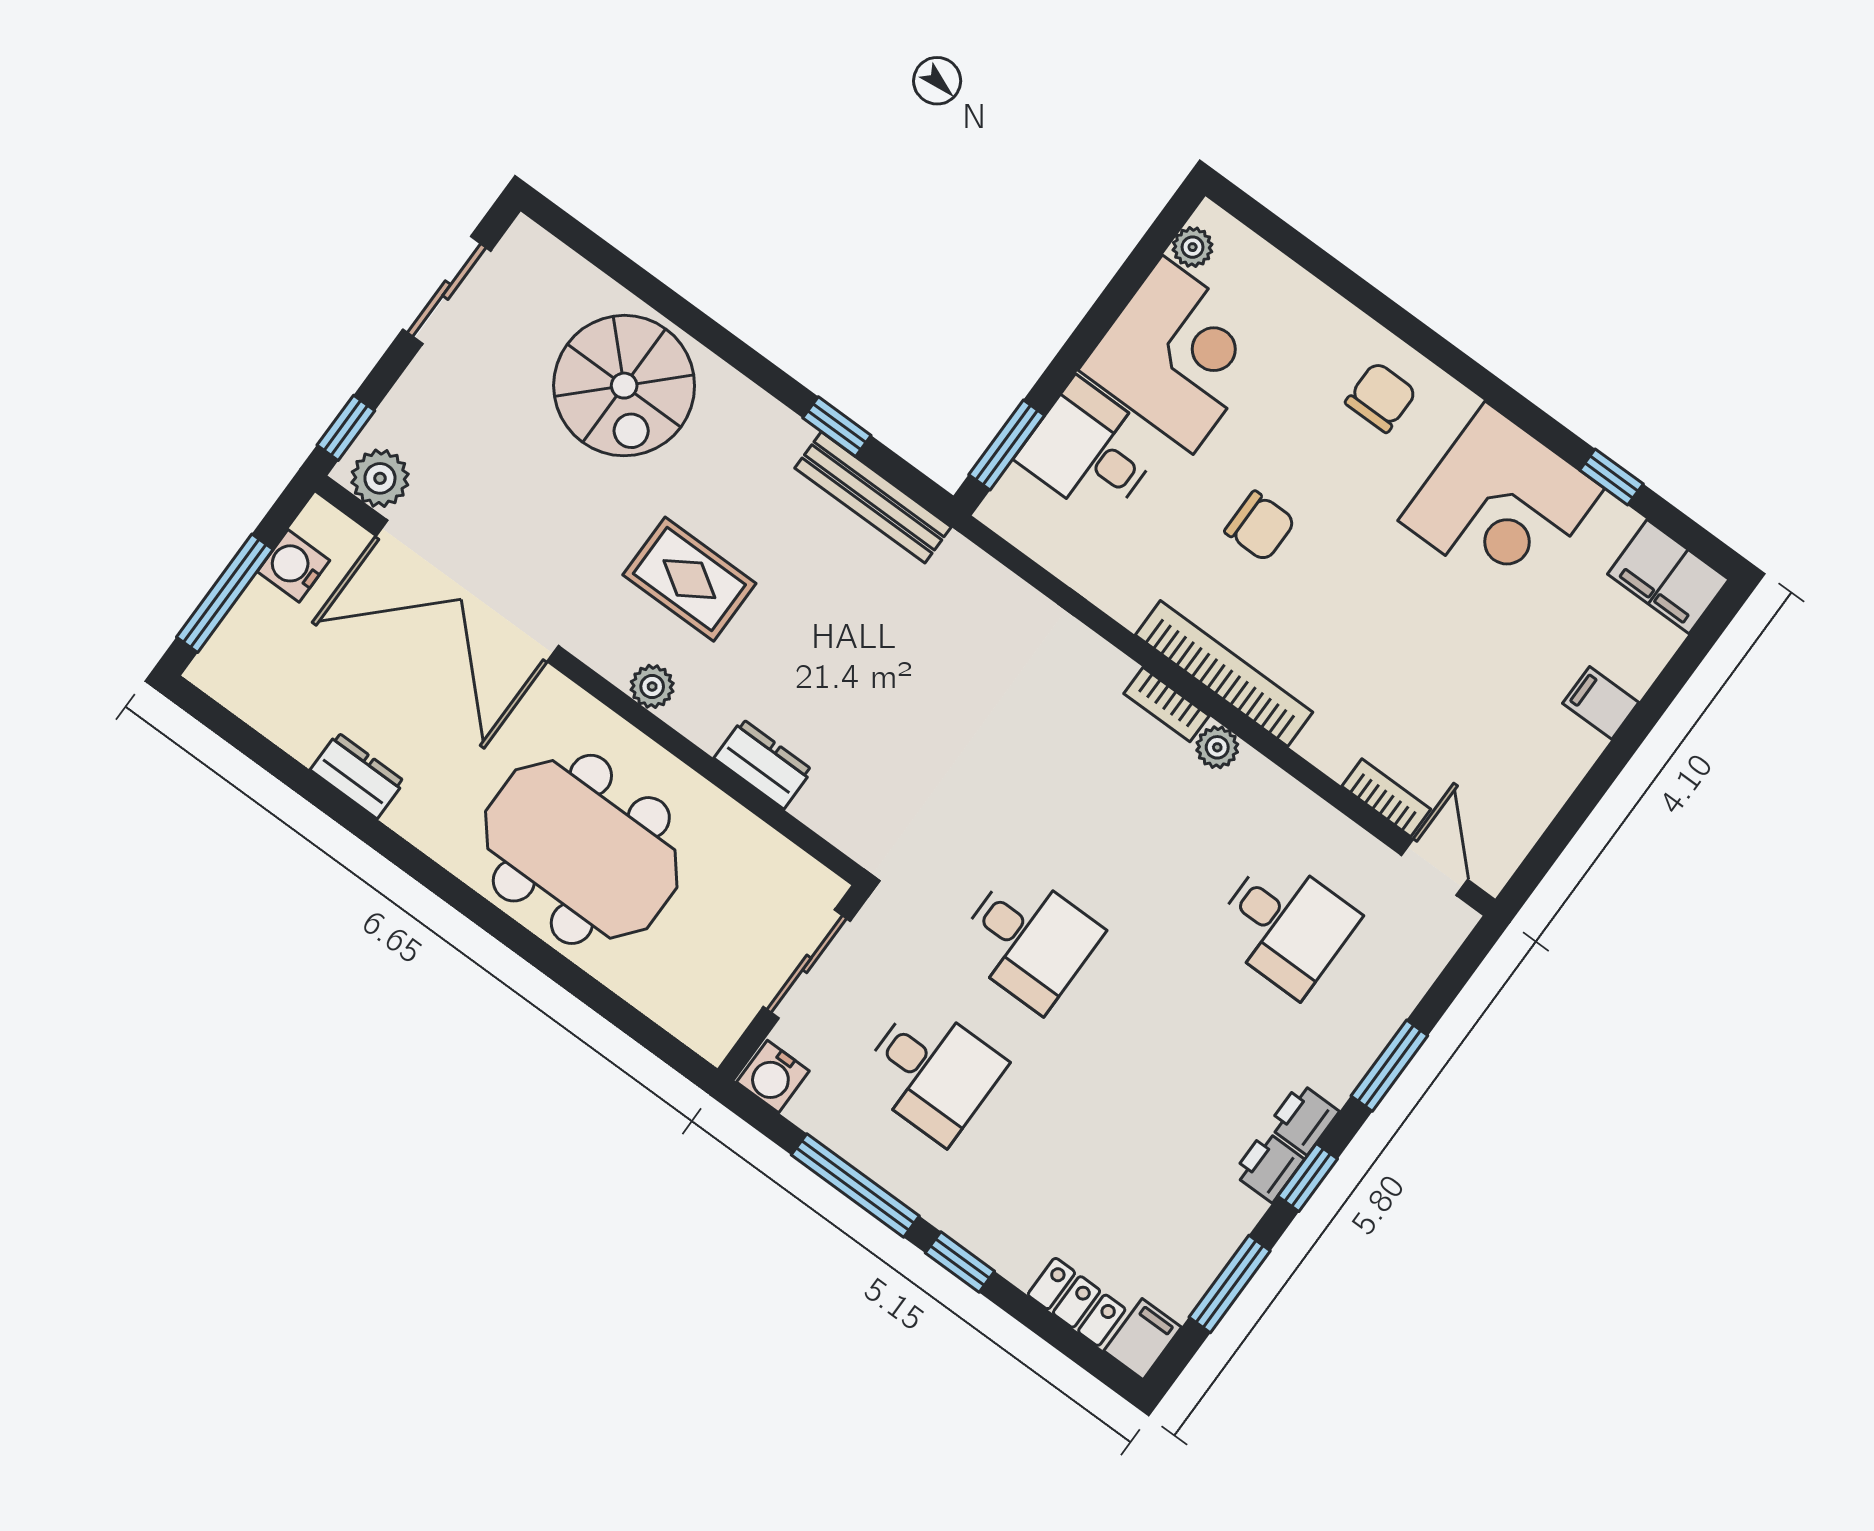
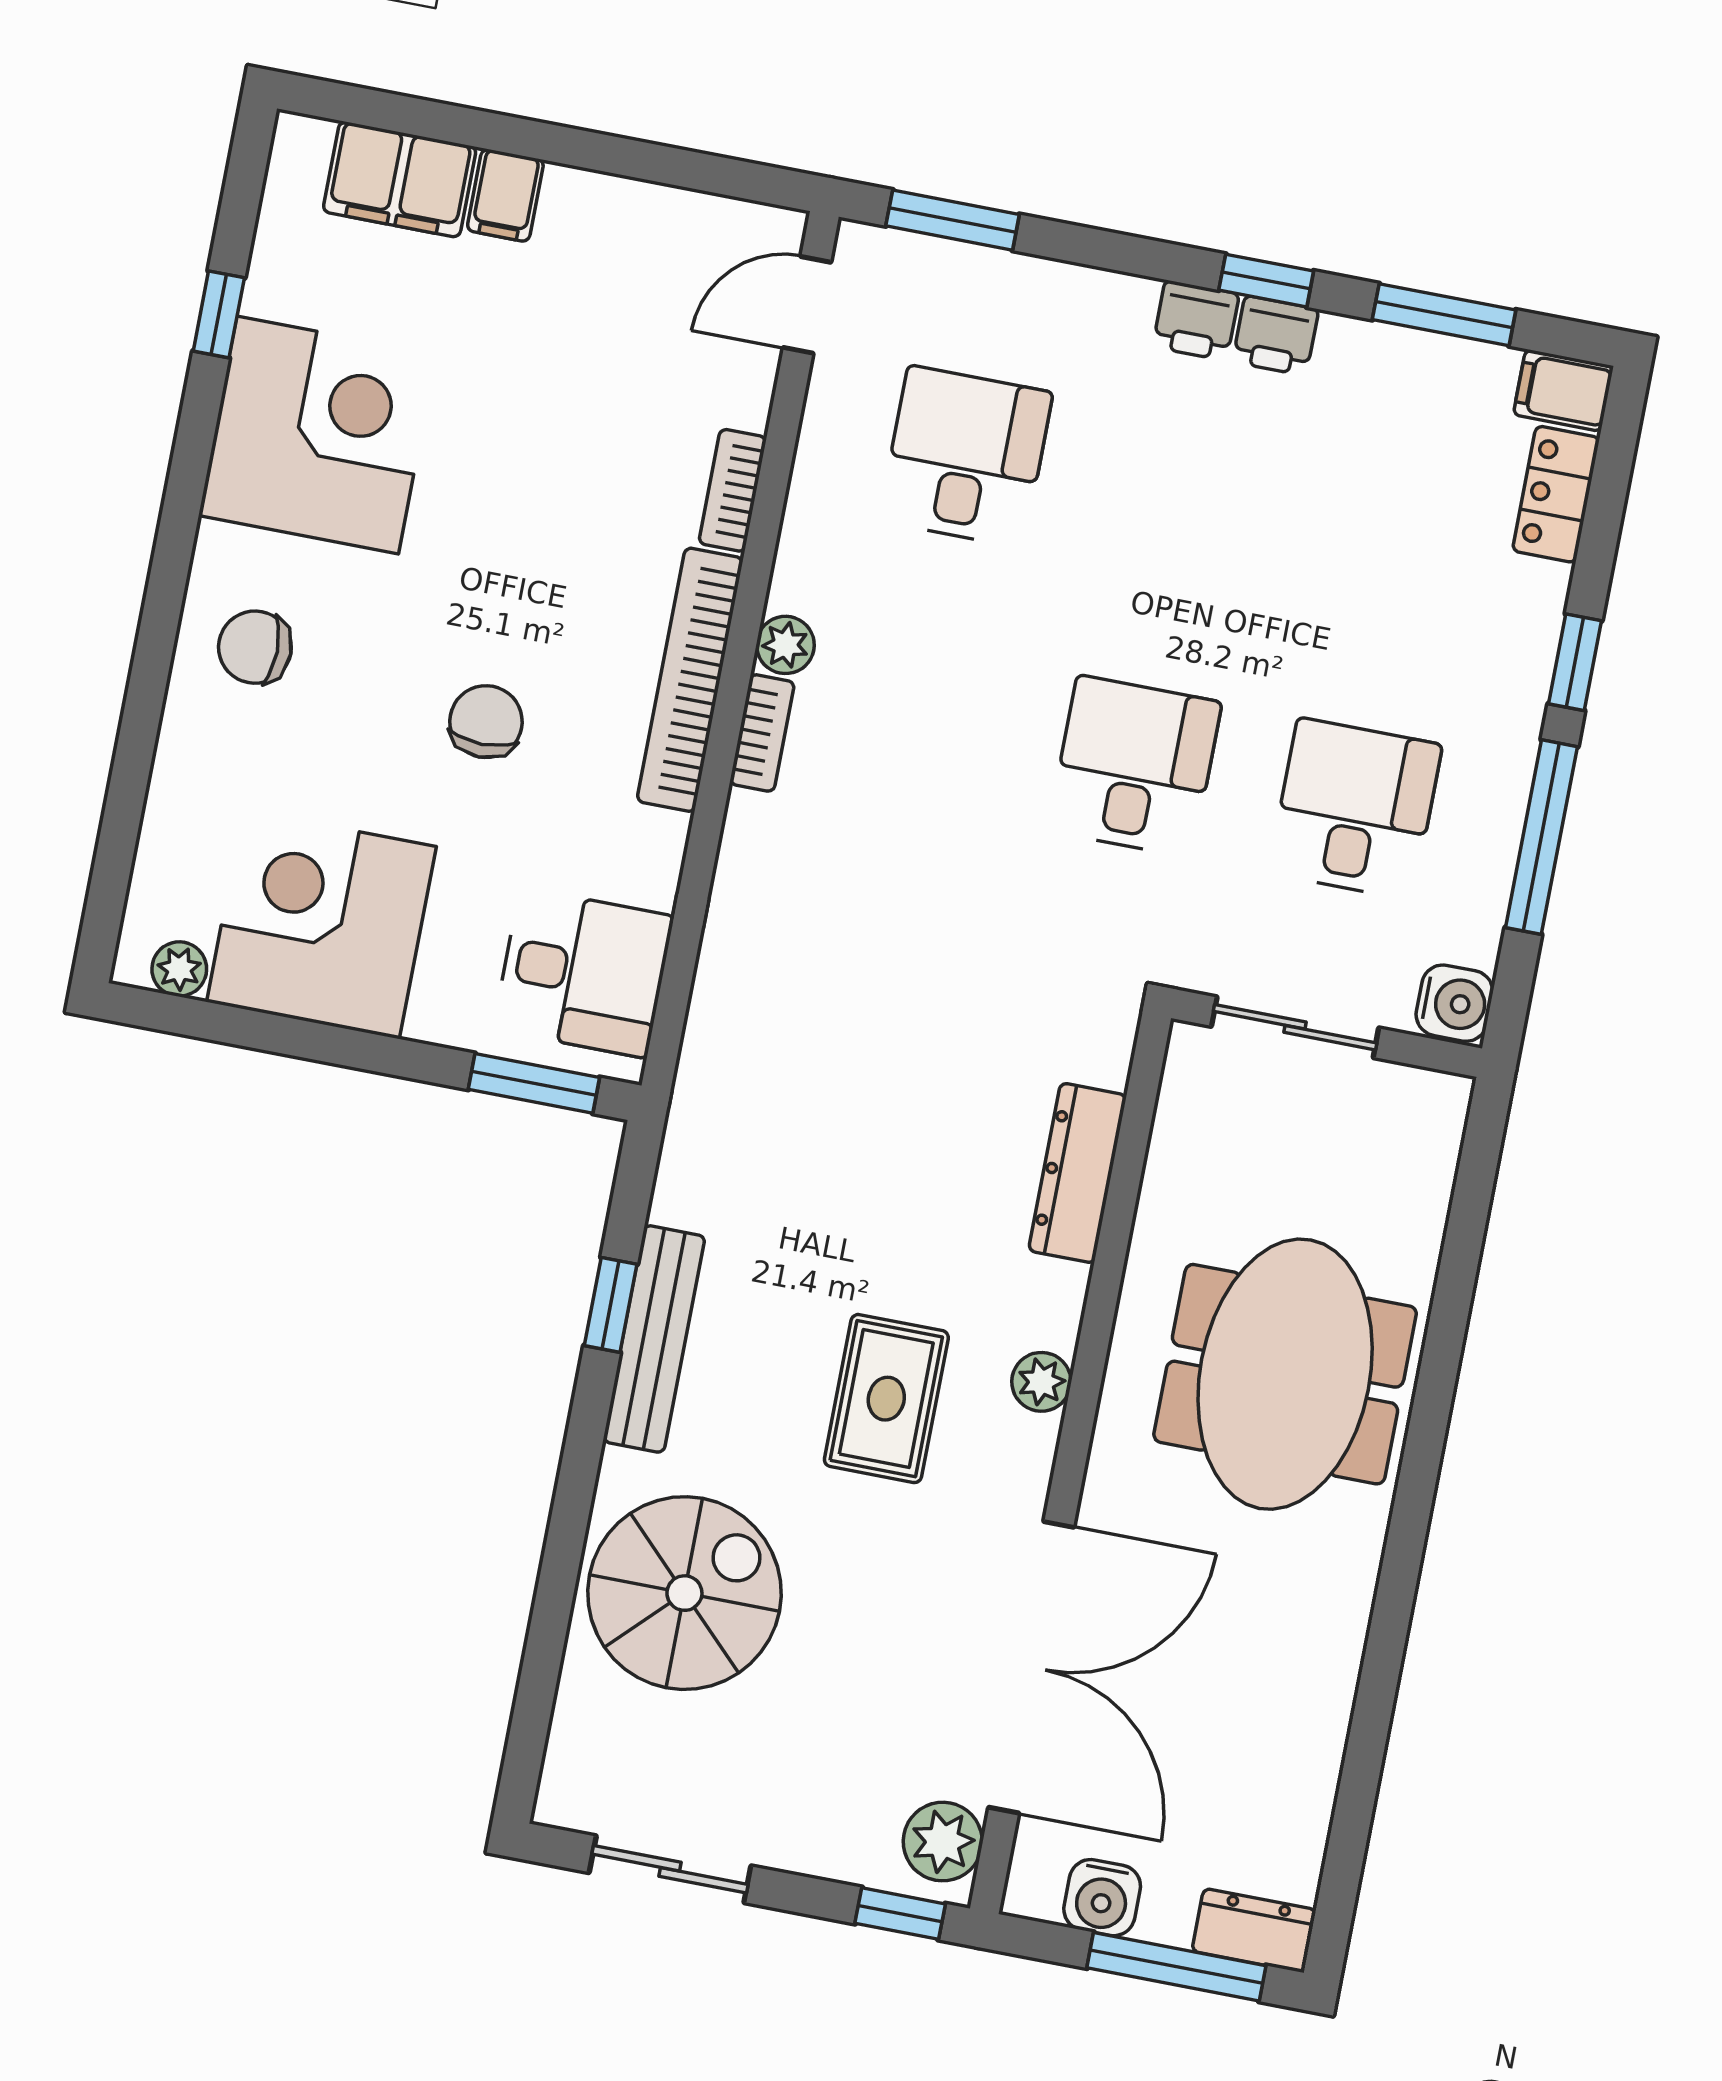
desk: (1090, 450) -> (583, 973), moved, turned -90
bench: (873, 497) -> (654, 1339), moved
filing cabinet: (1668, 577) -> (400, 179), moved, turned 90
dresser: (763, 764) -> (1077, 1173), width x1.44
dresser: (357, 776) -> (1254, 1930), moved, turned 90
bookcase: (1386, 798) -> (733, 490), moved
window: (1389, 1066) -> (953, 220), moved

